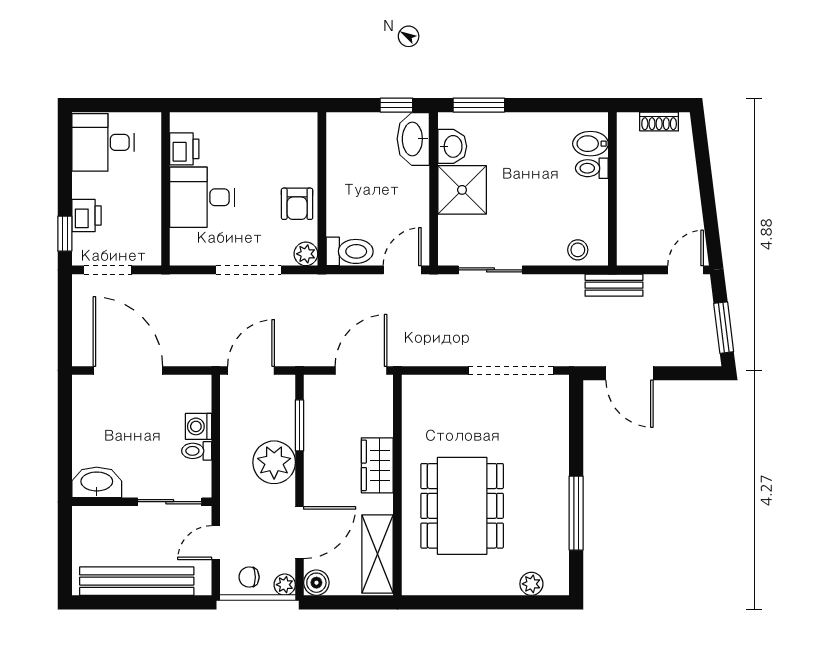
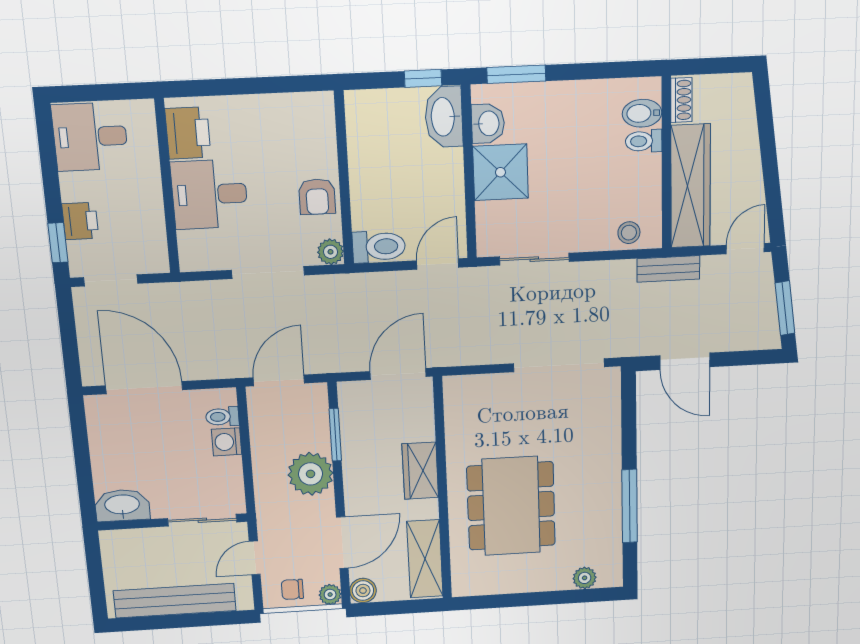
shoe rack: (659, 121) -> (681, 100), moved, turned -90
printer: (184, 149) -> (188, 133), width x1.36, depth x1.24
wardrobe: (635, 210) -> (691, 186), added
toilet: (197, 451) -> (222, 417), moved

